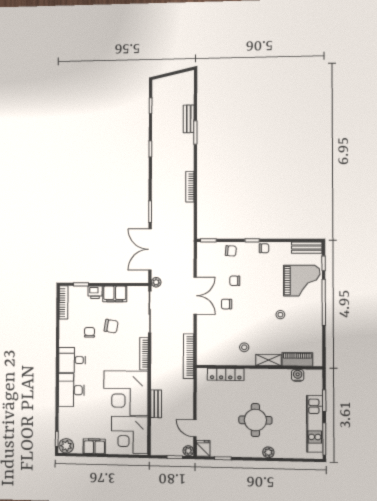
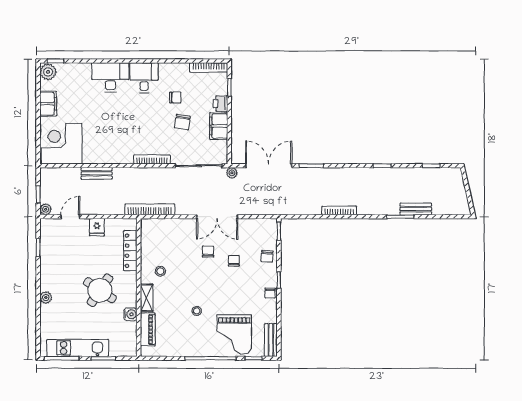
water cooler: (298, 375) -> (130, 314), moved
corner desk: (126, 393) -> (108, 139), removed
round table: (255, 420) -> (100, 290), moved, turned 34
fridge: (203, 448) -> (97, 227), moved, turned 90

